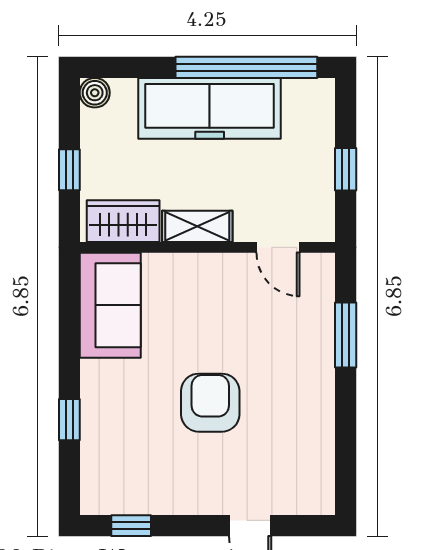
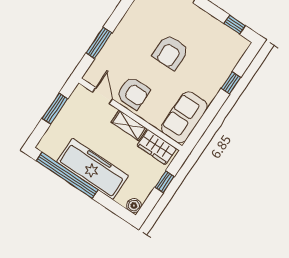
window: (346, 169) -> (55, 109), width x1.50
armchair: (228, 288) -> (133, 93), added

